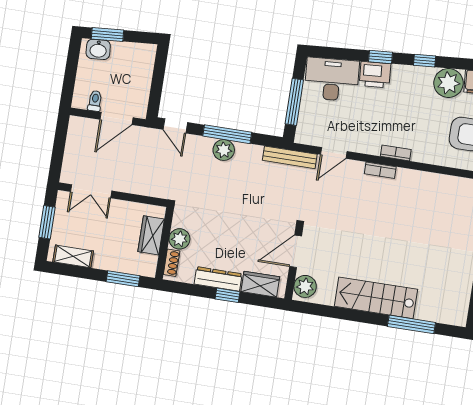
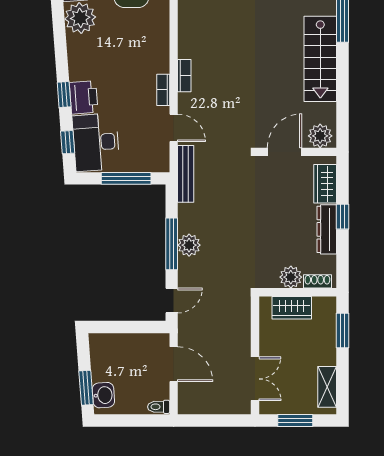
window: (425, 61) -> (68, 142), moved
toilet: (95, 101) -> (159, 407), moved
bookcase: (396, 153) -> (163, 90), moved
door: (296, 251) -> (284, 152), swing flipped

